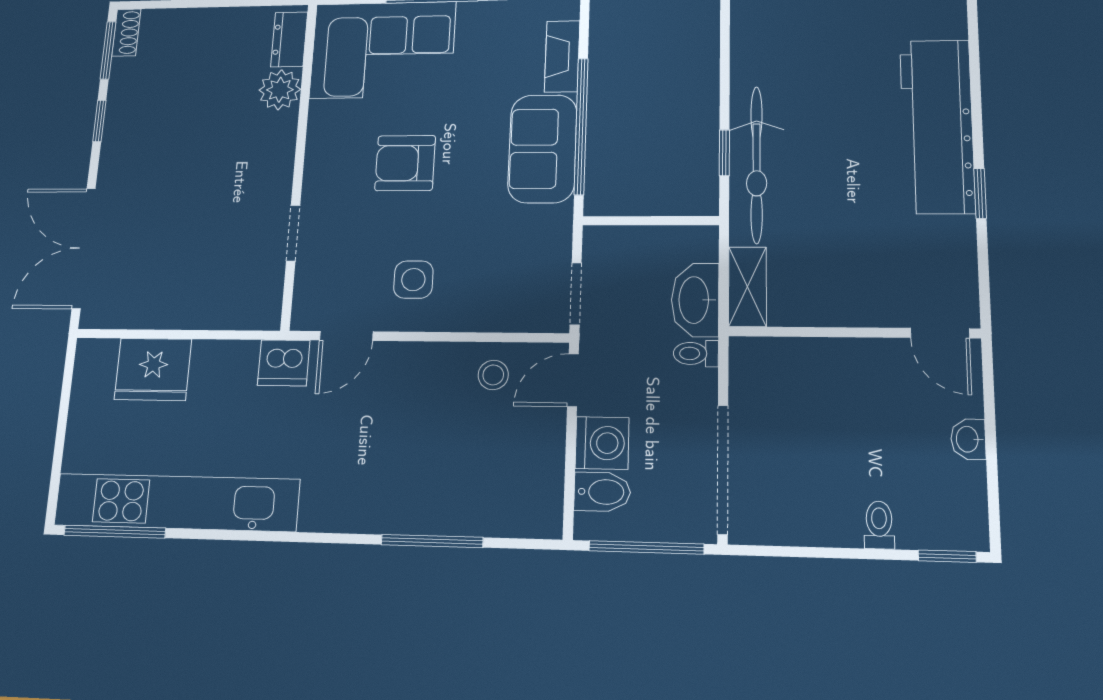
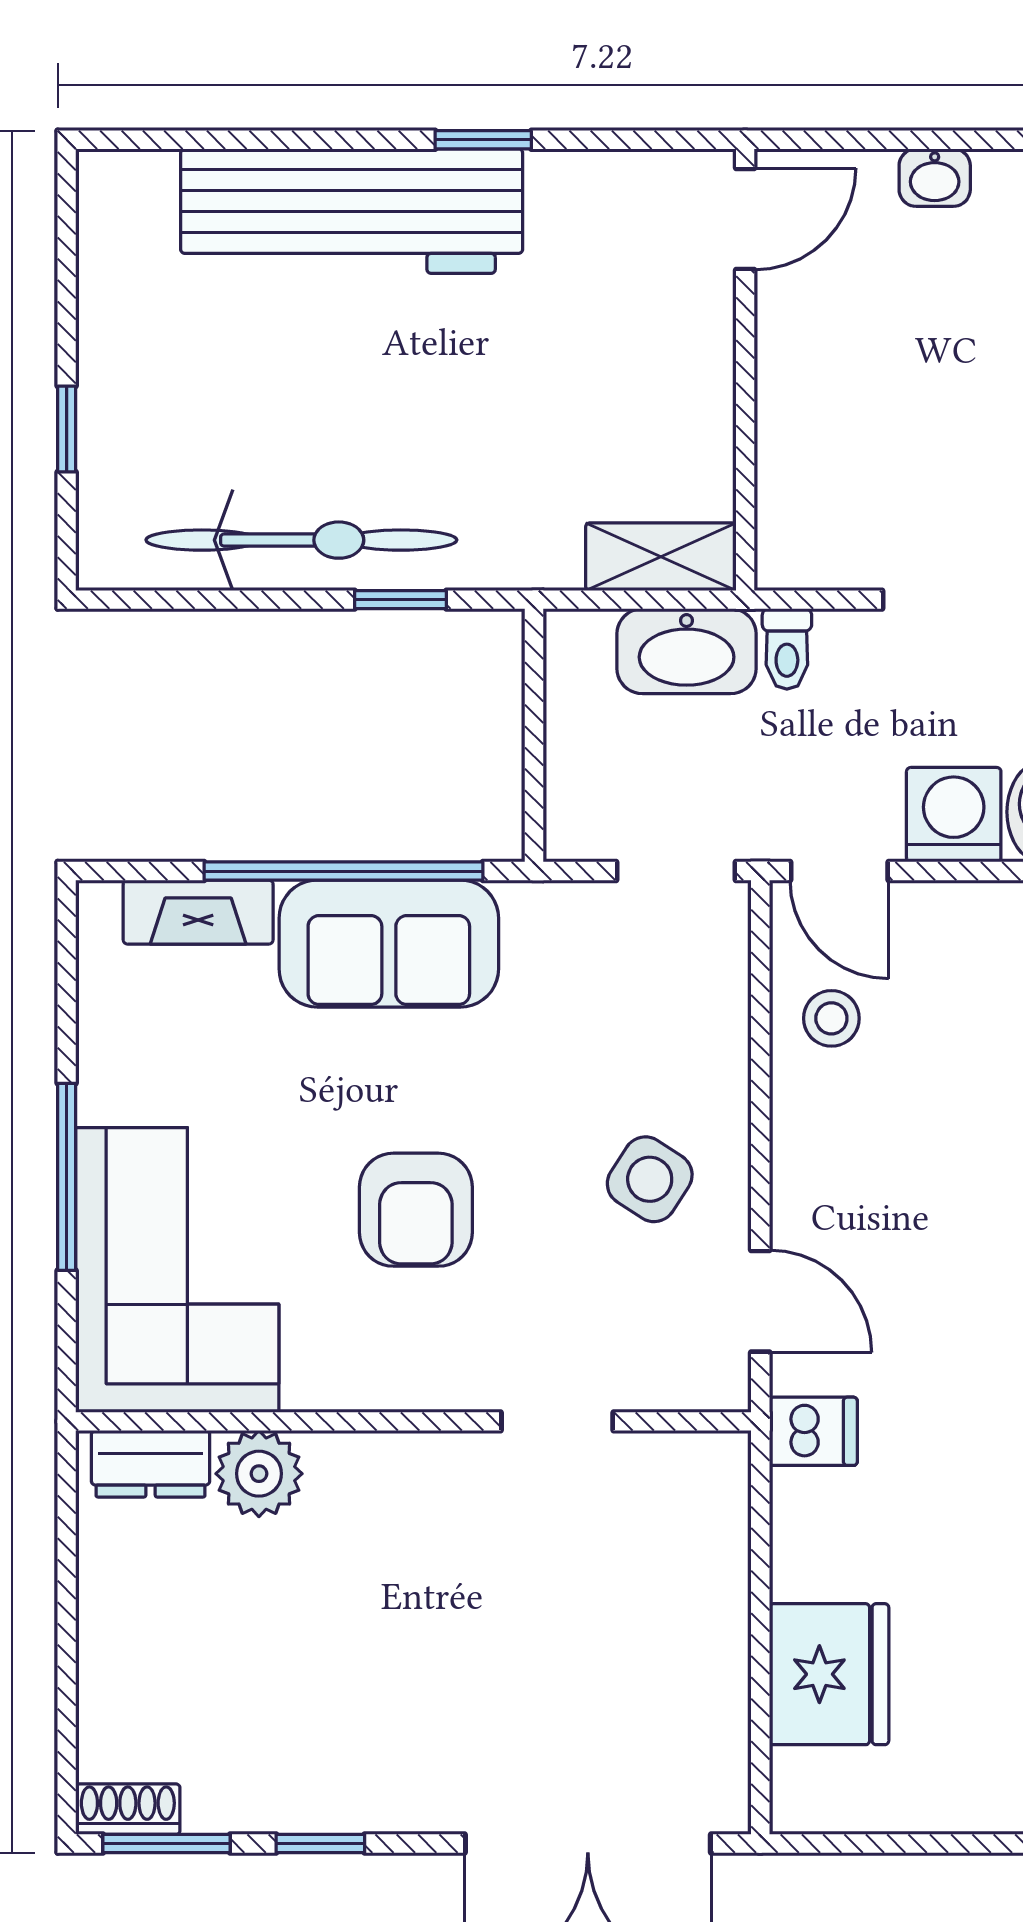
bicycle: (757, 164) -> (301, 540), moved
side table: (413, 280) -> (650, 1179), turned 33
dishwasher: (284, 363) -> (813, 1431), width x0.73

